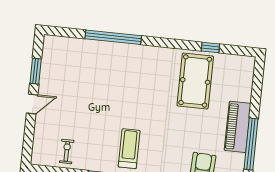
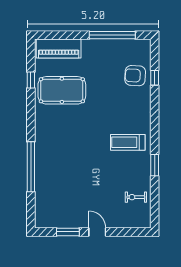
piano: (238, 127) -> (59, 49), moved

